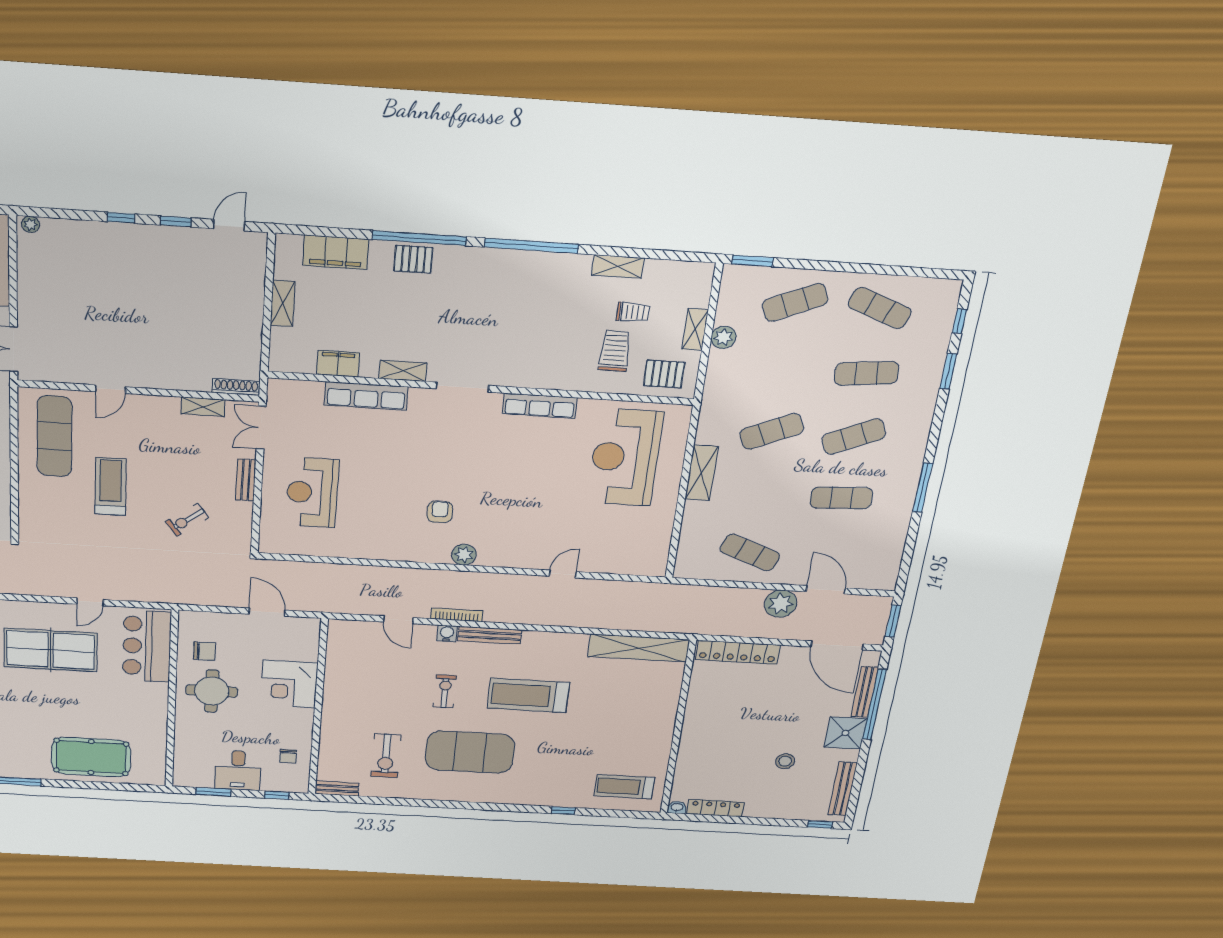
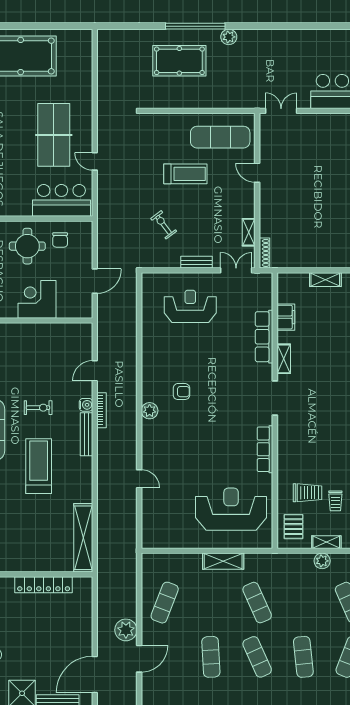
locker: (738, 652) -> (44, 585), moved, turned -90

